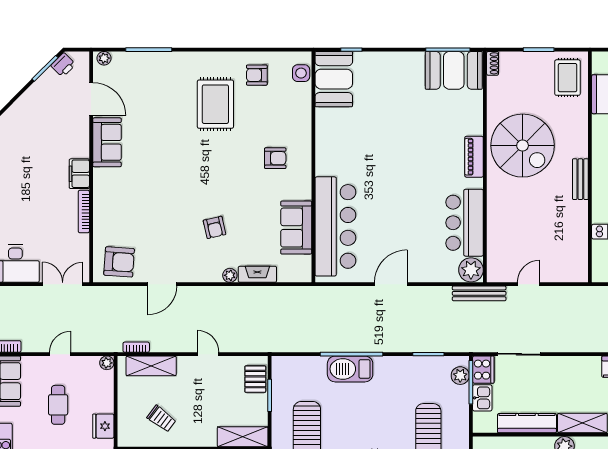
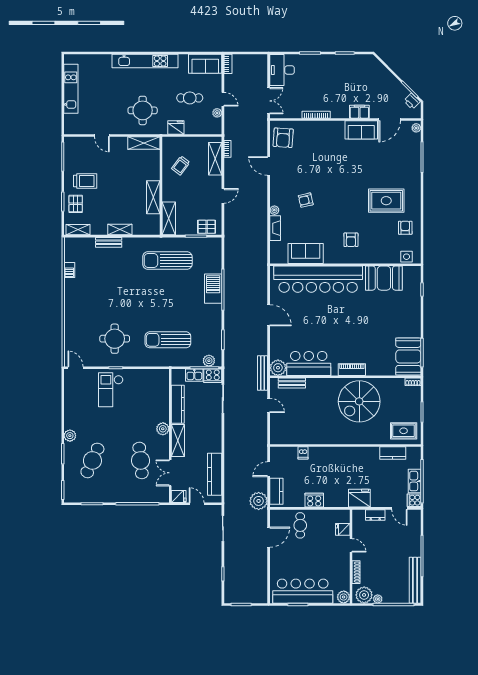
booth: (334, 79) -> (384, 278), moved
filing cabinet: (79, 174) -> (359, 112), moved
bench: (580, 179) -> (292, 383), moved
bar counter: (335, 226) -> (318, 279), width x1.36
plant: (107, 363) -> (217, 113), moved

